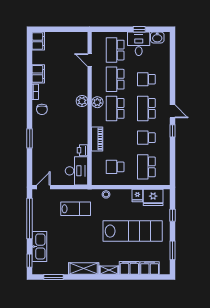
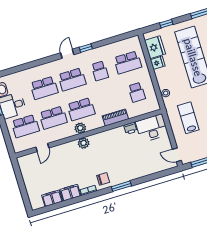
filing cabinet: (38, 41) -> (52, 198), moved
school desk: (146, 79) -> (44, 88), width x1.85
window: (30, 138) -> (121, 186), moved

